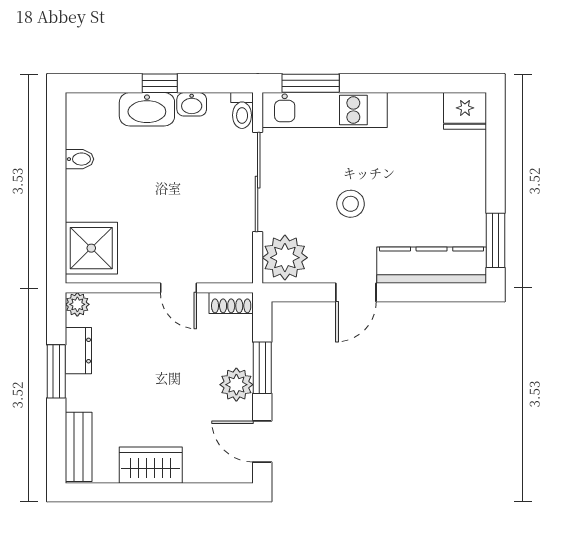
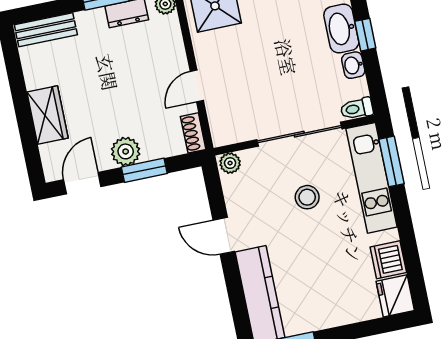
dishwasher: (422, 110) -> (388, 260), added
stool: (351, 204) -> (307, 197), moved
plant: (285, 258) -> (230, 163), width x0.53, depth x0.53
wardrobe: (151, 465) -> (48, 115), moved

